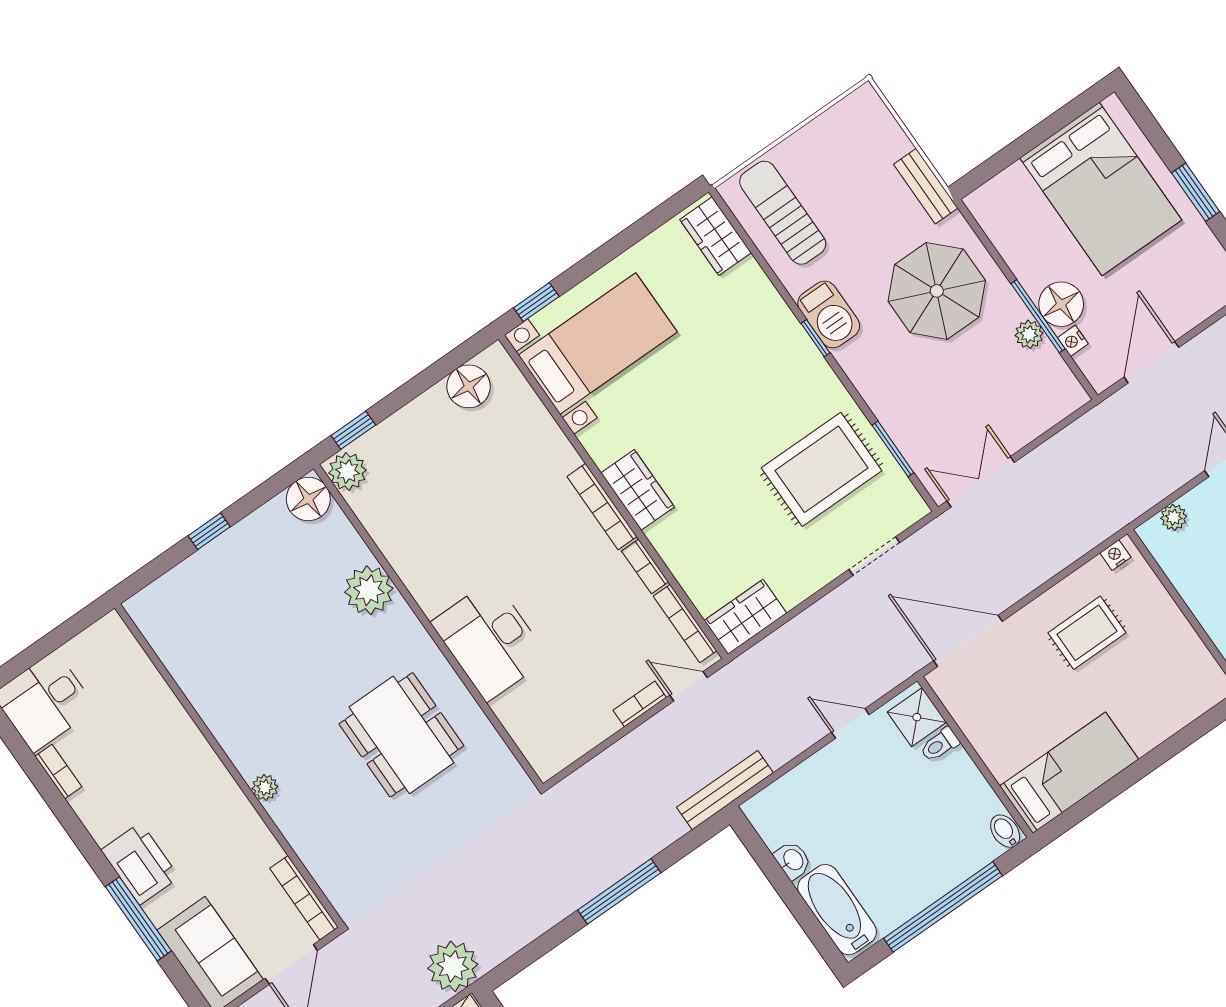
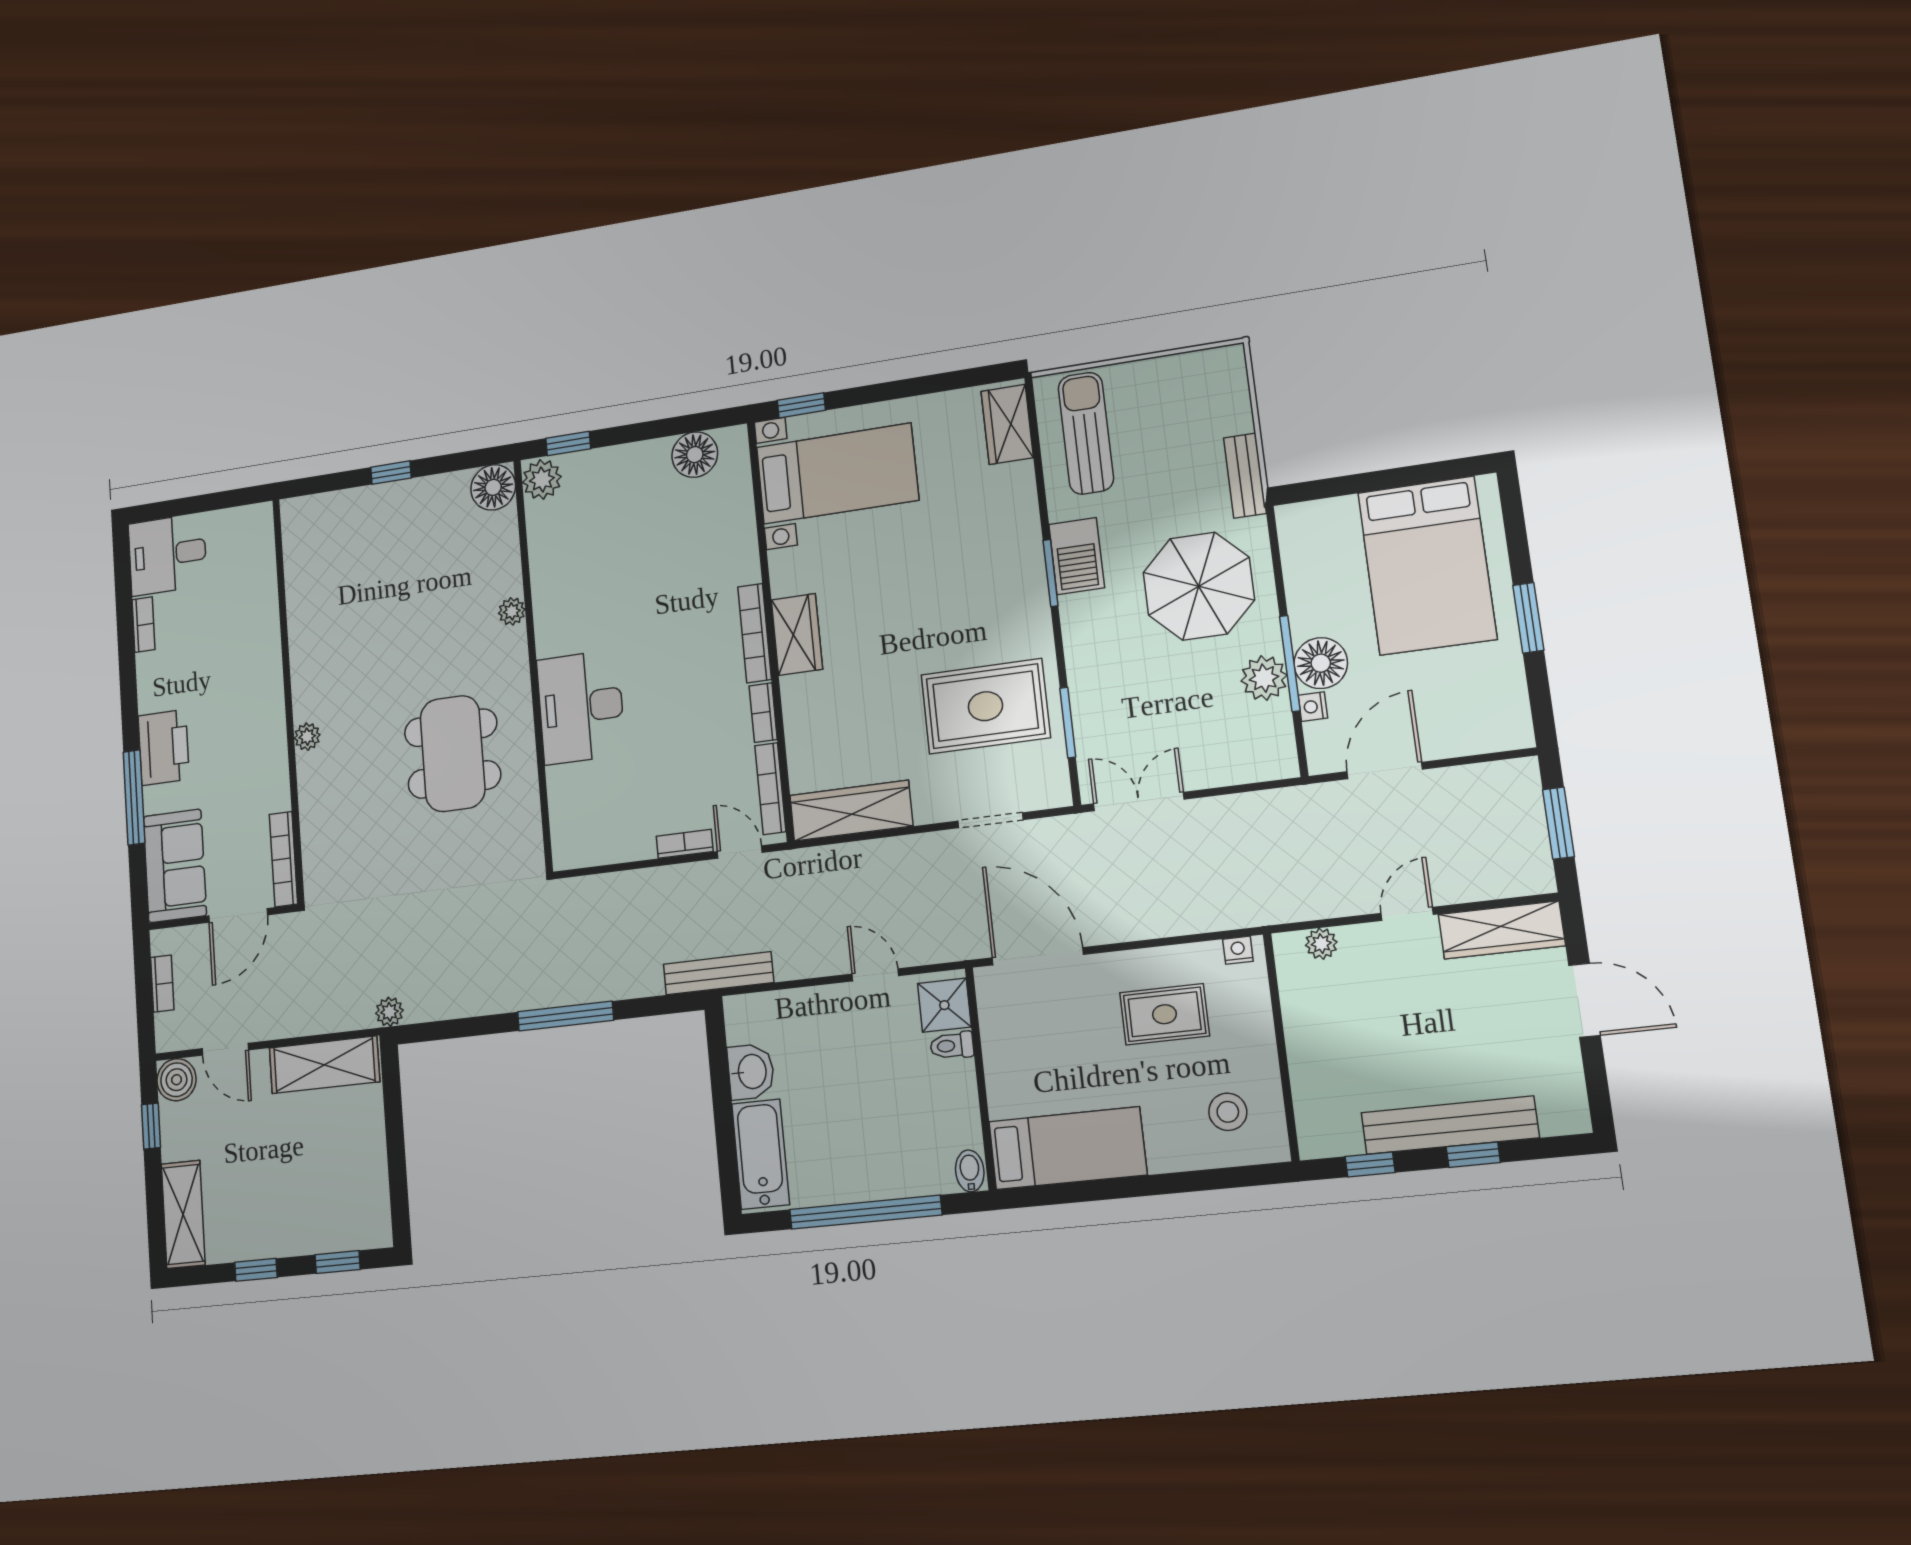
plant: (1029, 334) -> (1264, 678), width x1.38, depth x1.38
window: (815, 338) -> (1051, 573), width x1.50
plant: (369, 590) -> (512, 611), width x0.53, depth x0.53
wardrobe: (745, 617) -> (851, 811), width x1.50
stool: (1172, 680) -> (1228, 1112), added
washbasin: (793, 860) -> (751, 1072), width x1.38, depth x1.45
plant: (453, 966) -> (389, 1012), width x0.53, depth x0.53

